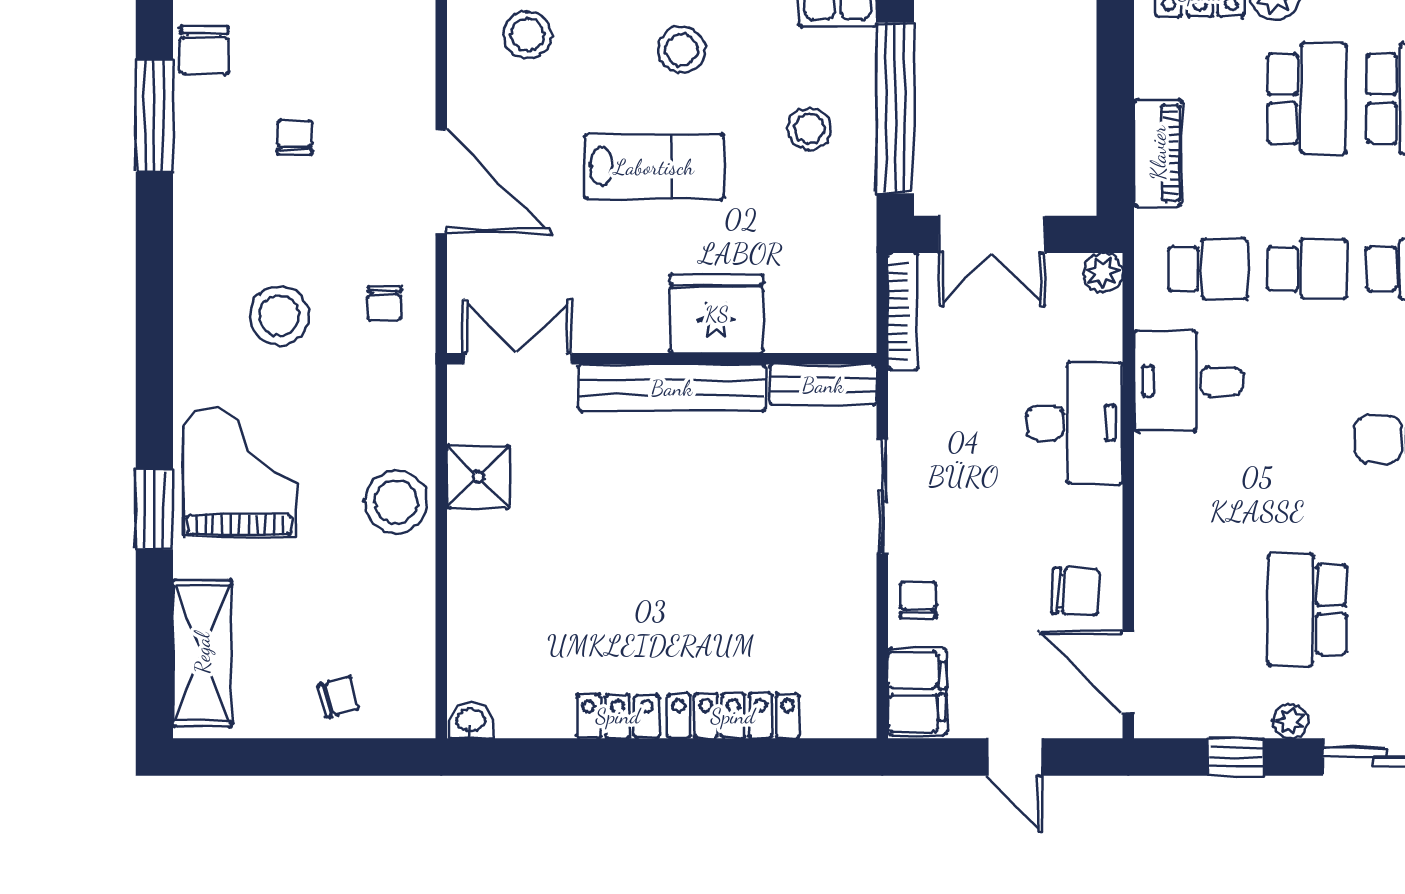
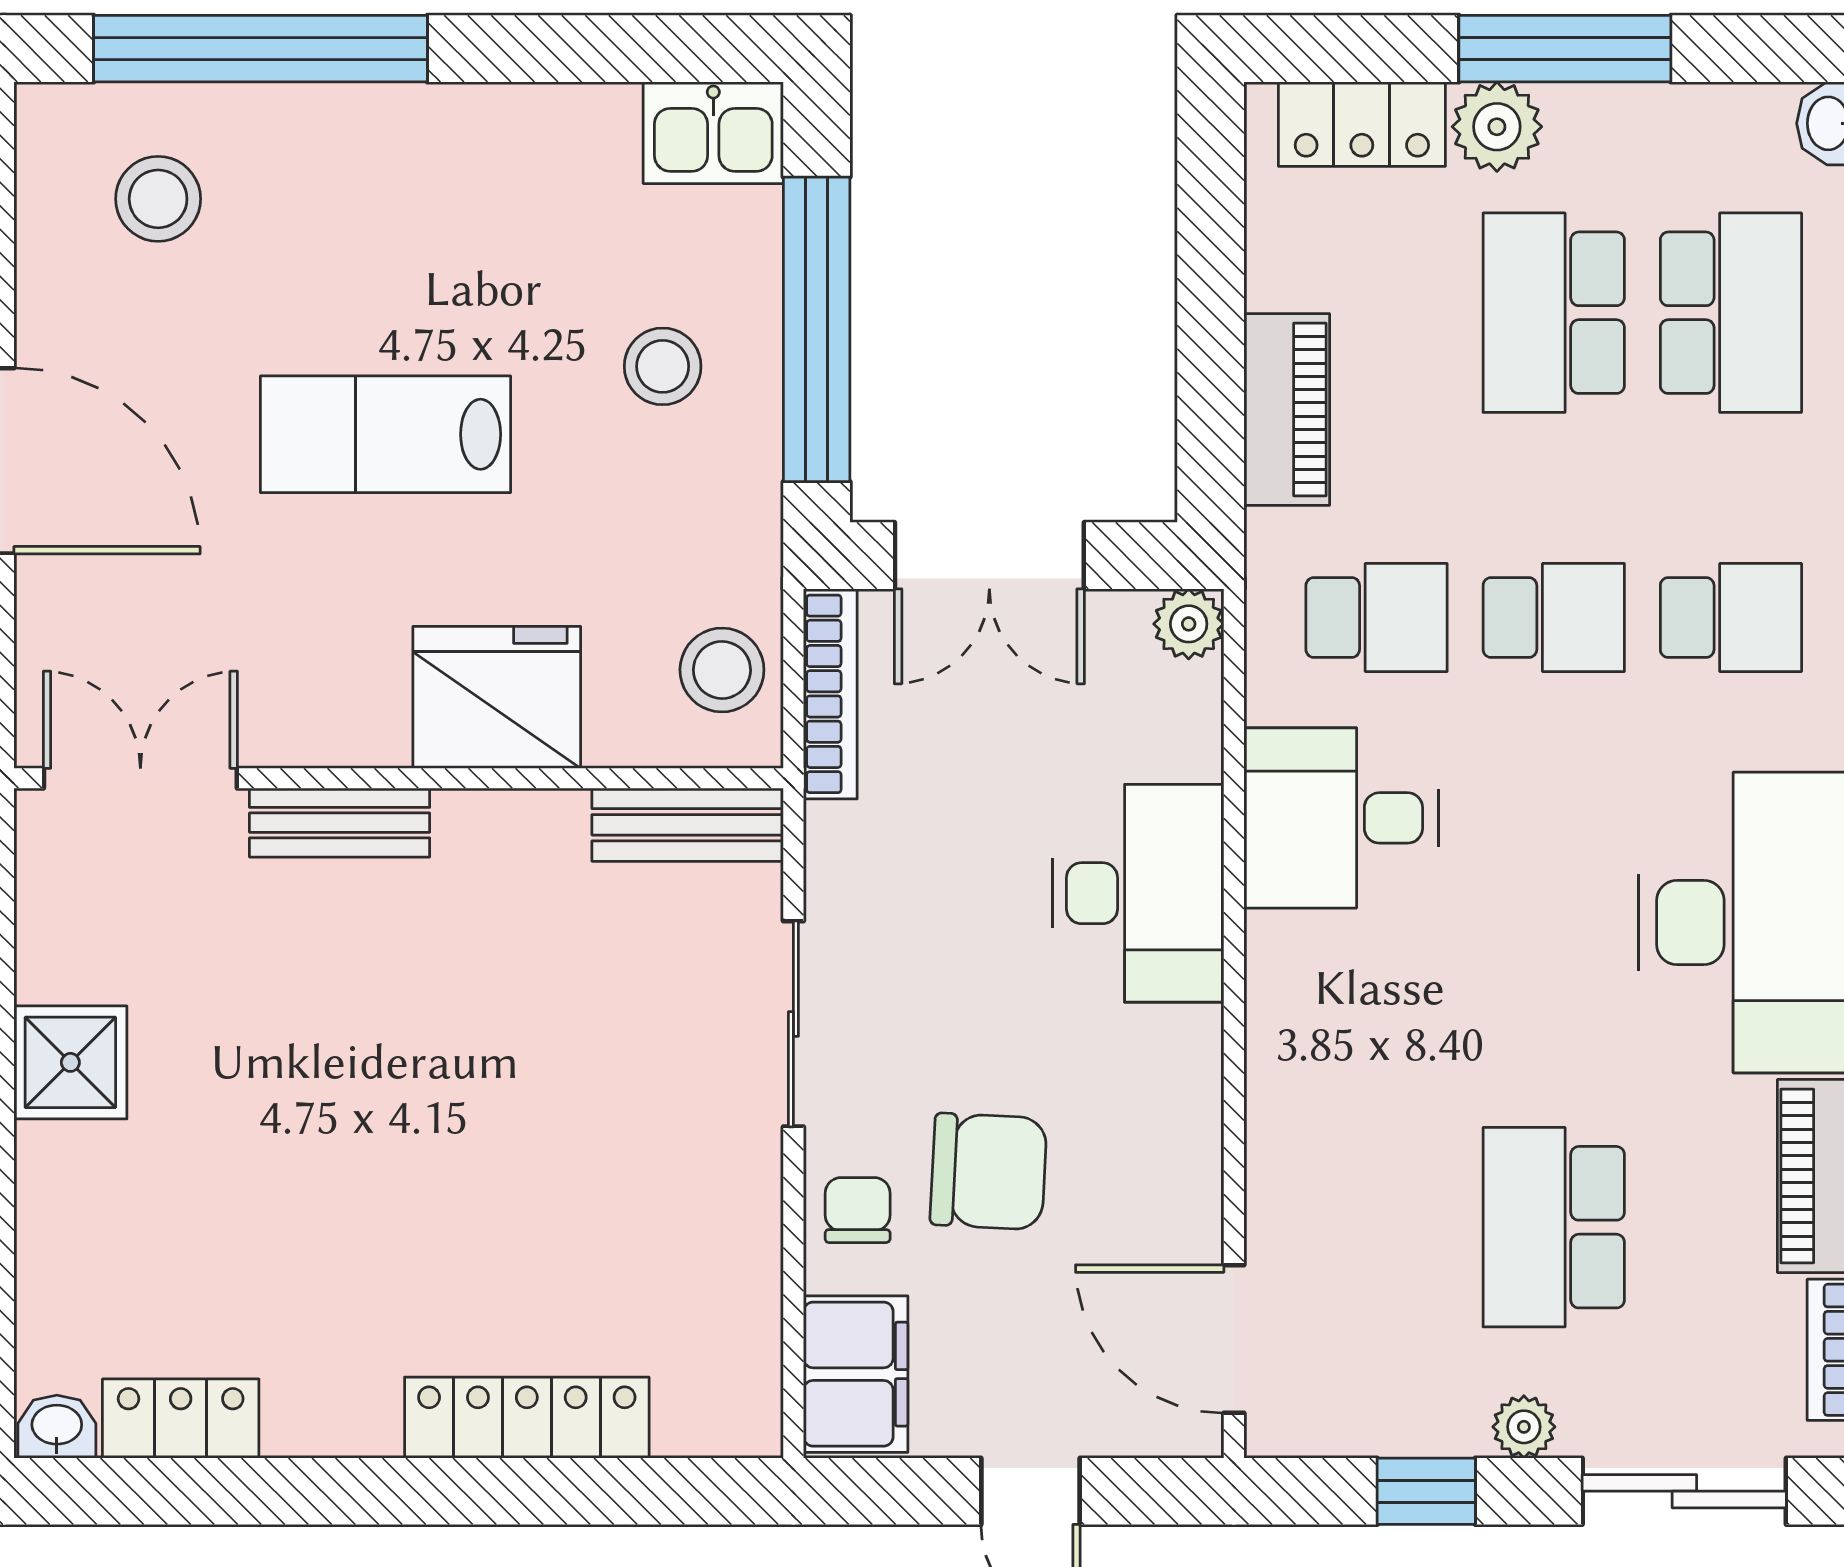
stool: (682, 50) -> (722, 670), moved
school desk: (1307, 99) -> (1554, 313), turned 180
lab bench: (654, 167) -> (386, 434), turned 180
bench: (672, 388) -> (340, 823), width x0.54, depth x0.82
shower: (478, 477) -> (70, 1062), moved
chair: (1075, 591) -> (988, 1171), moved, width x1.37, depth x1.37
locker: (618, 716) -> (181, 1418), moved

